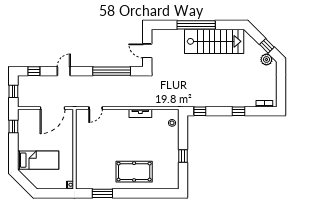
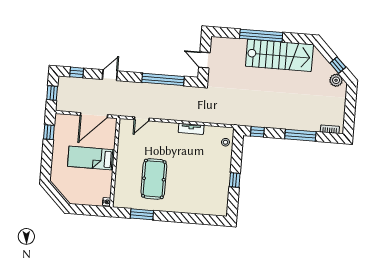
window: (239, 111) -> (300, 135), width x2.17
bed: (38, 160) -> (91, 158), moved, turned 180
pool table: (134, 172) -> (154, 179), moved, turned 90

